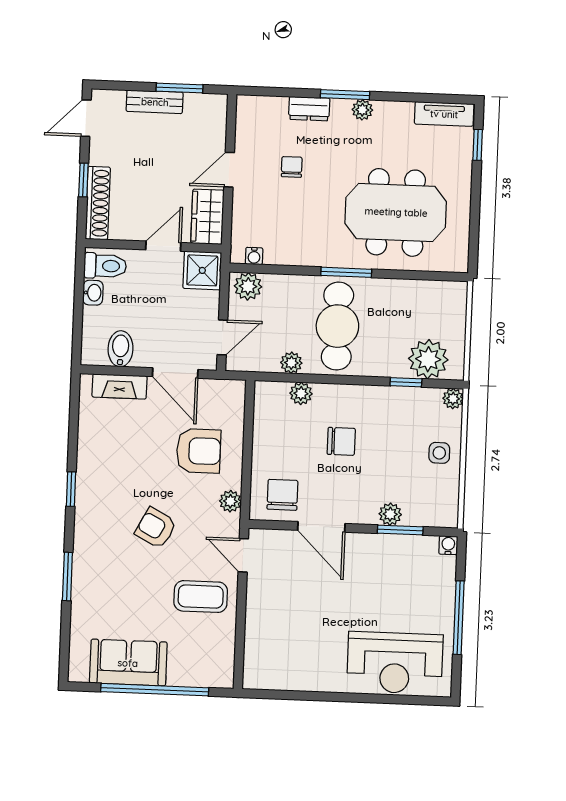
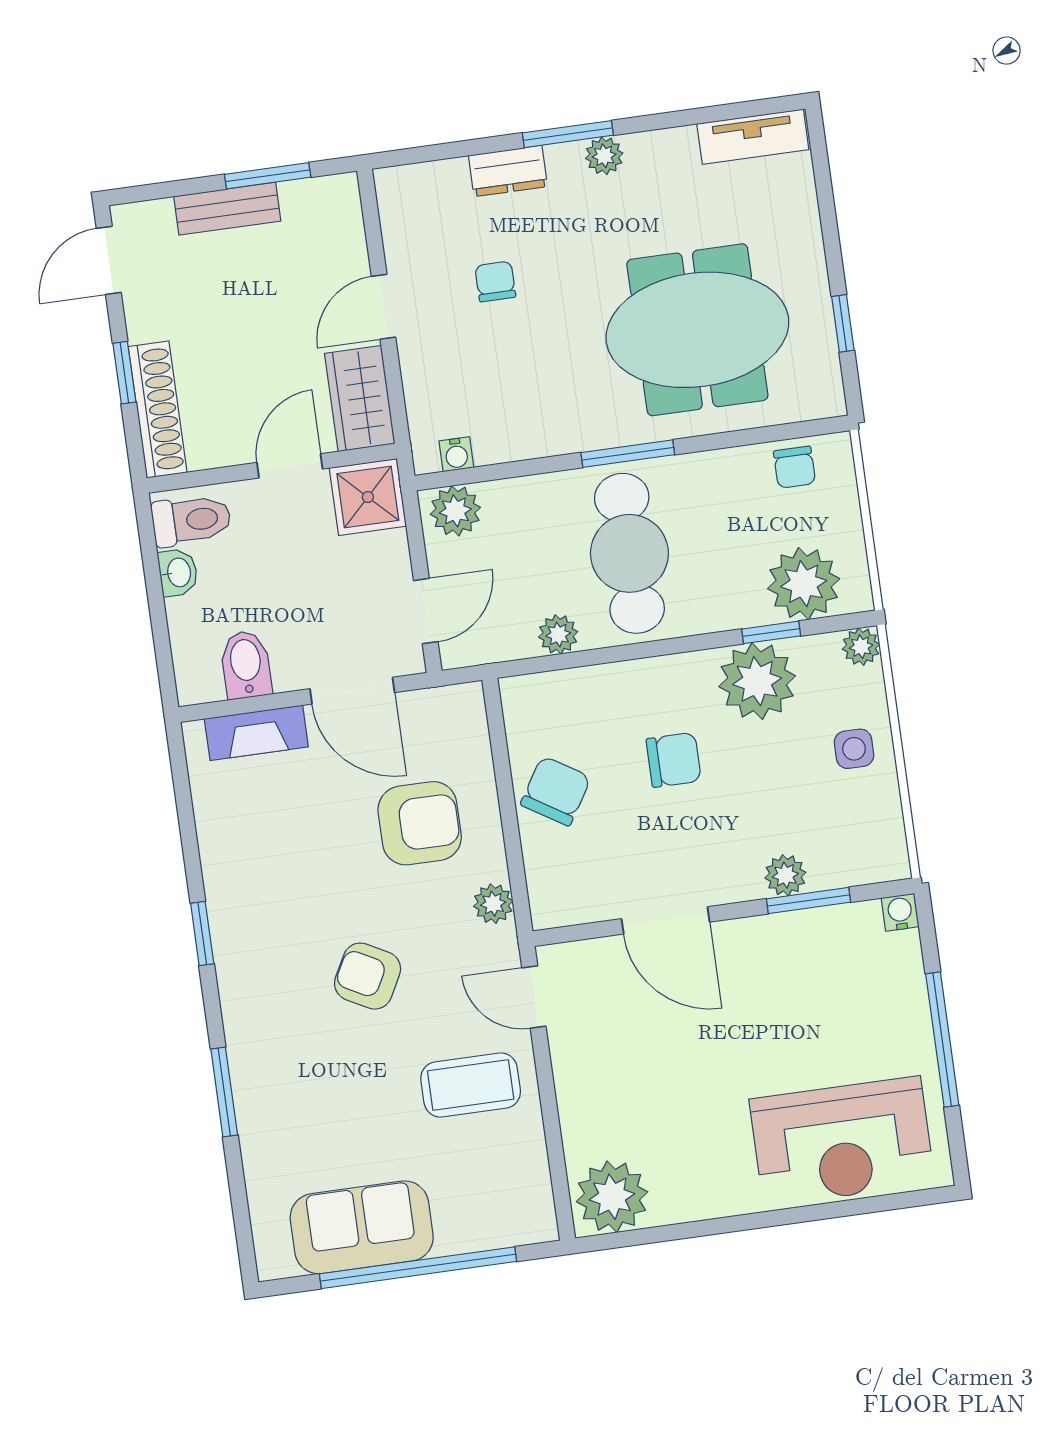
window: (478, 145) -> (843, 323), moved
chair: (435, 296) -> (794, 467), added
plant: (301, 393) -> (757, 681), moved, width x1.88, depth x1.88
chair: (282, 495) -> (556, 791), moved, turned 32
plant: (266, 670) -> (612, 1197), added

